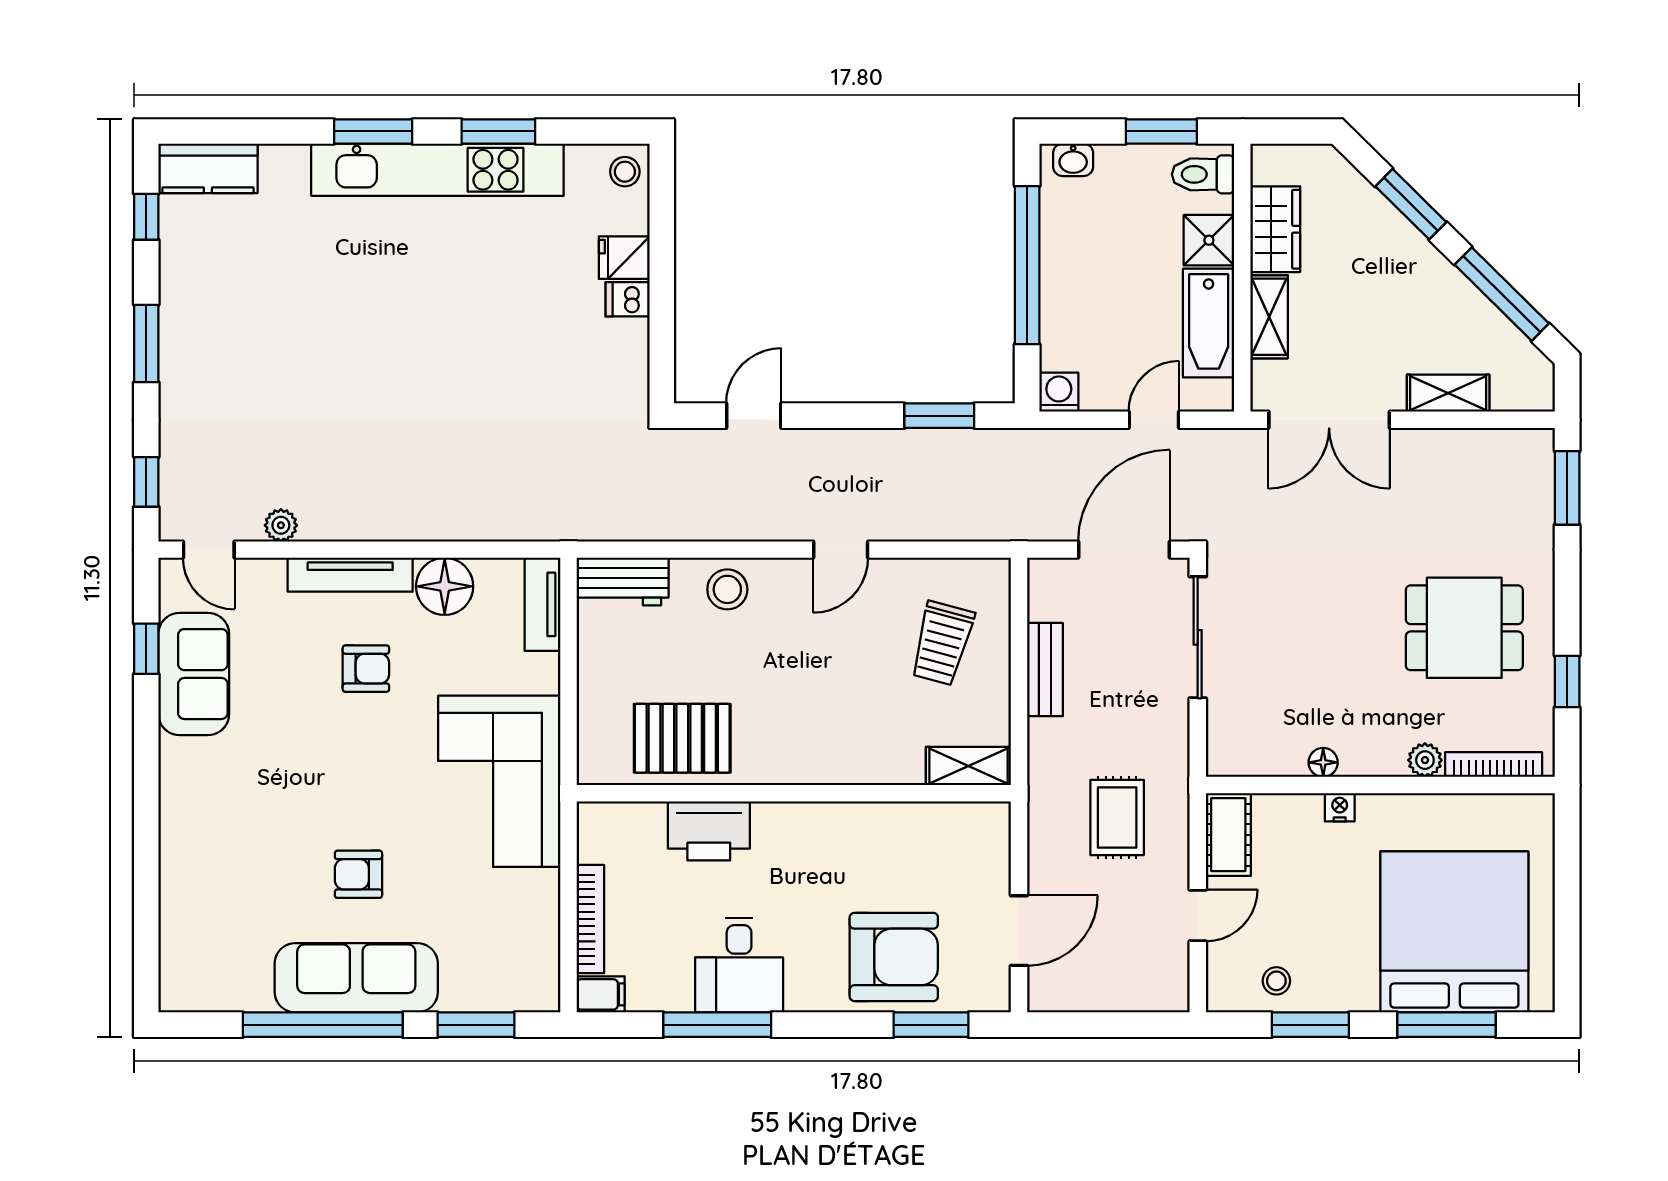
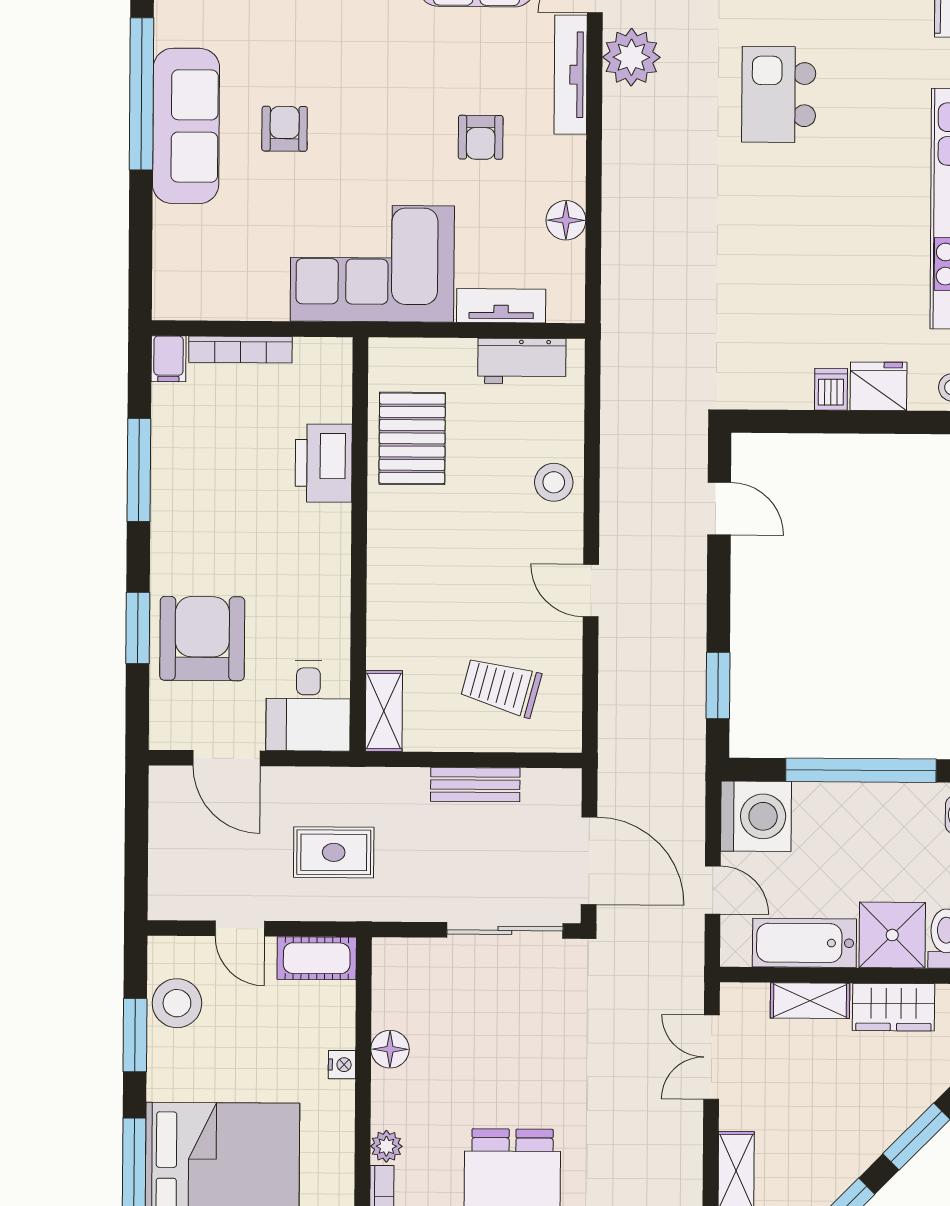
shower: (1209, 240) -> (892, 935), width x1.36, depth x1.36
fridge: (624, 258) -> (878, 386), width x1.38
kitchen island: (319, 356) -> (779, 94), added
washing machine: (1059, 392) -> (756, 816), width x1.89, depth x1.89
double door: (1329, 420) -> (712, 1057), width x0.73
plant: (281, 525) -> (631, 57), width x1.87, depth x1.87
tv unit: (350, 575) -> (571, 75), moved
workbench: (623, 582) -> (522, 361), moved, turned -90
floor lamp: (445, 586) -> (566, 220), width x0.73, depth x0.73
tv unit: (542, 604) -> (501, 306), moved
floor lamp: (1323, 762) -> (390, 1049), width x1.37, depth x1.37
armchair: (894, 957) -> (202, 639), turned 180
desk: (739, 965) -> (308, 706), moved, turned -90
stool: (1276, 981) -> (177, 1003), width x1.89, depth x1.89
window: (476, 1025) -> (141, 240), removed
window: (931, 1025) -> (138, 628), moved

